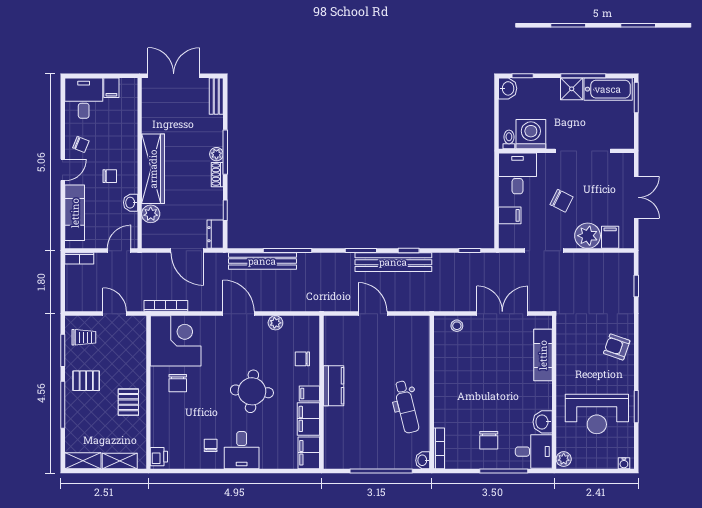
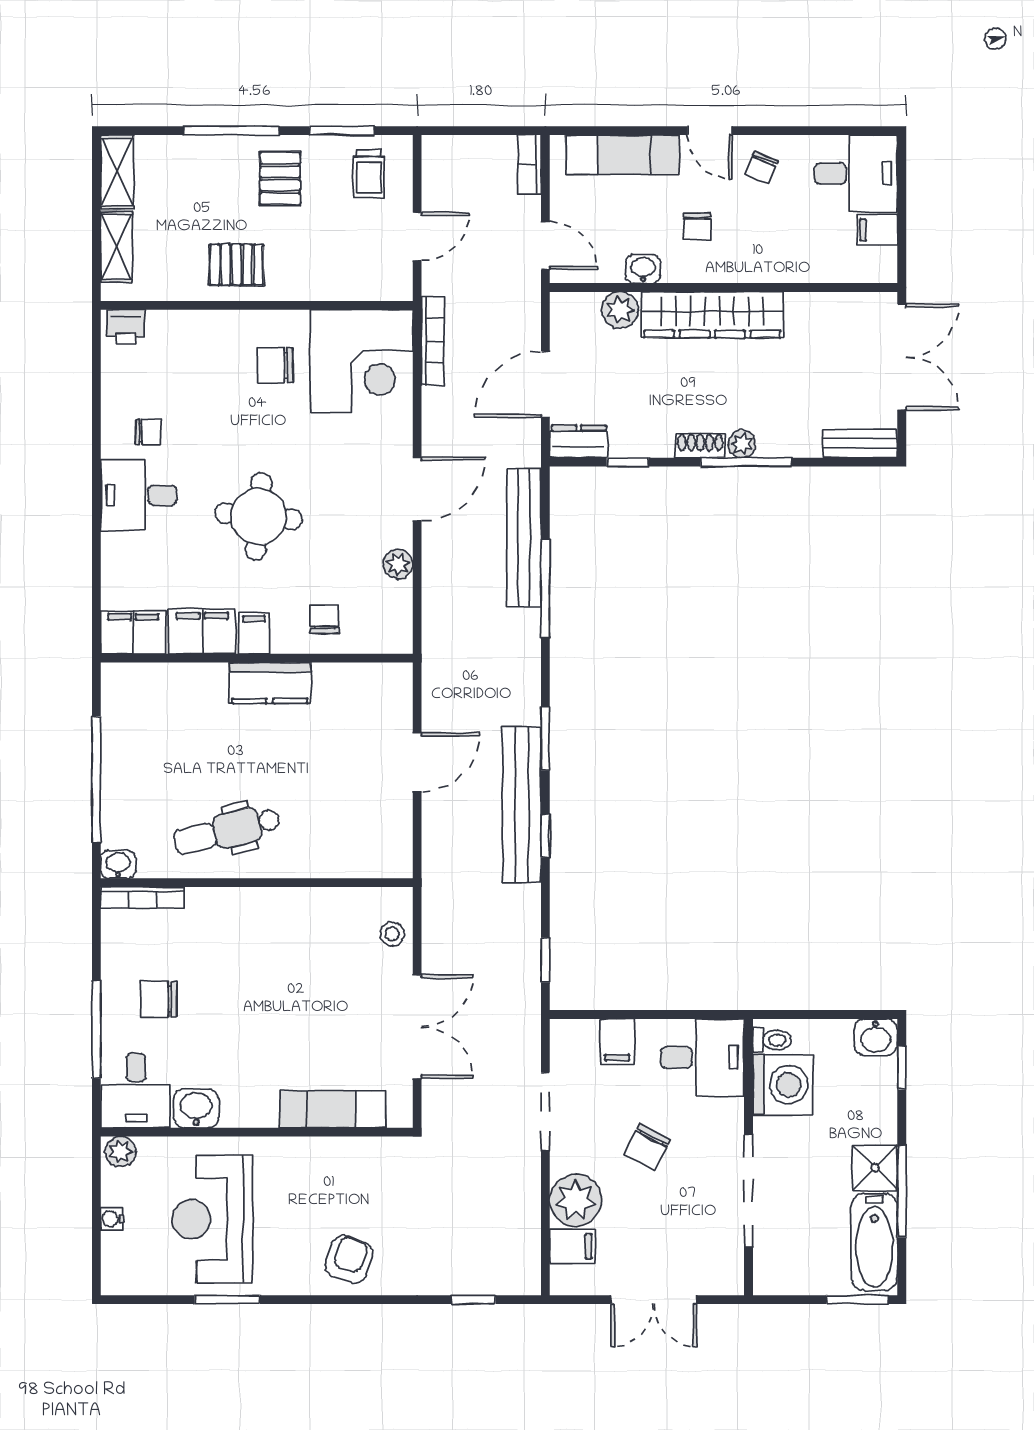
water cooler: (624, 463) -> (112, 1219), moved

